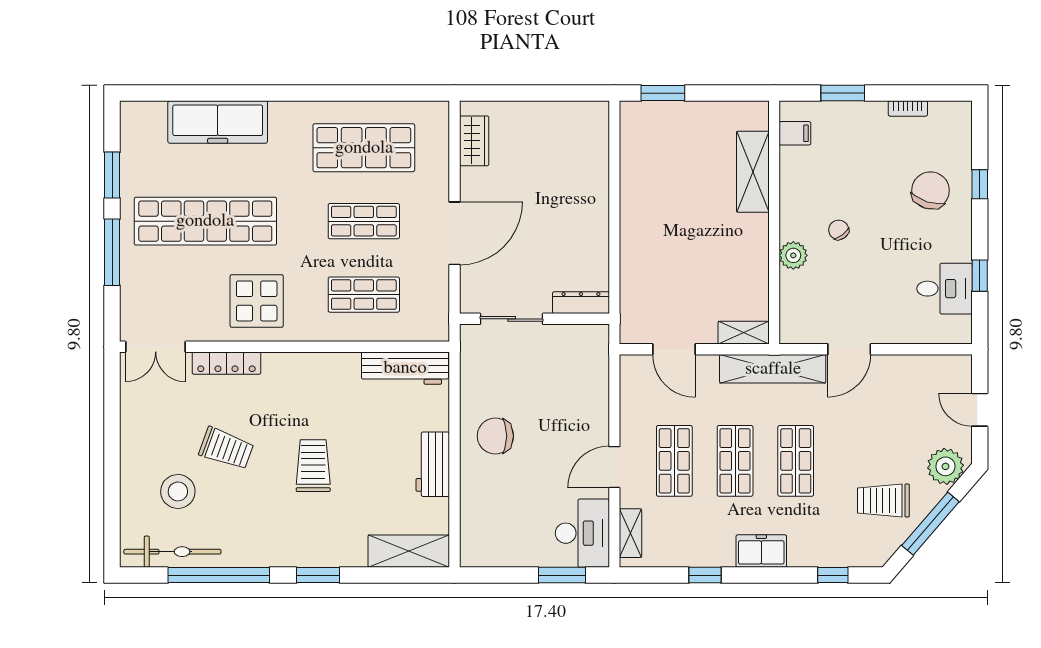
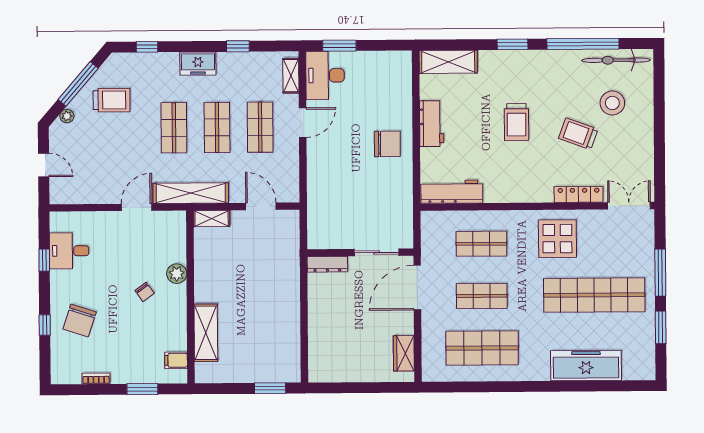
dresser: (581, 303) -> (327, 264), moved
sliding door: (512, 319) -> (377, 252), moved
wall: (534, 319) -> (360, 253), moved
plant: (945, 466) -> (67, 116), width x0.53, depth x0.53

